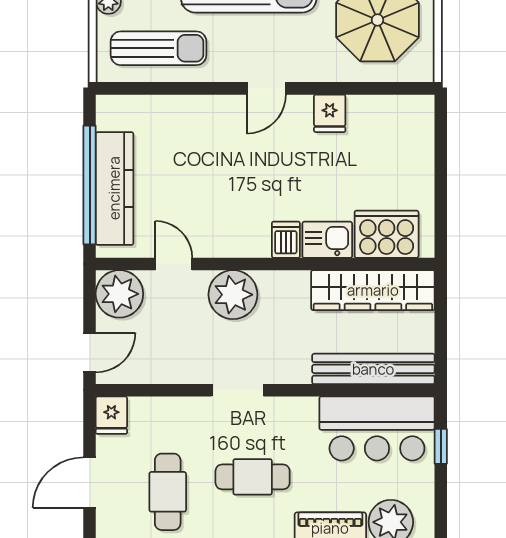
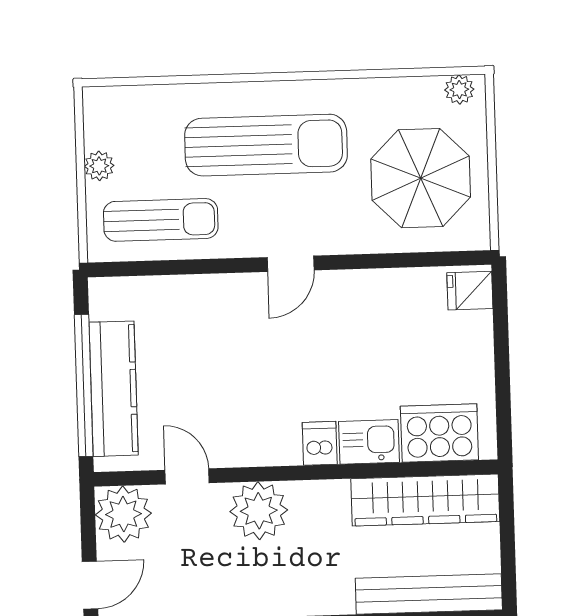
fridge: (330, 113) -> (470, 291), moved, turned 90

